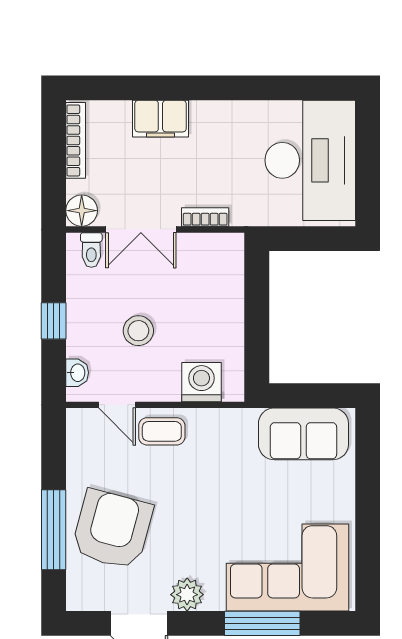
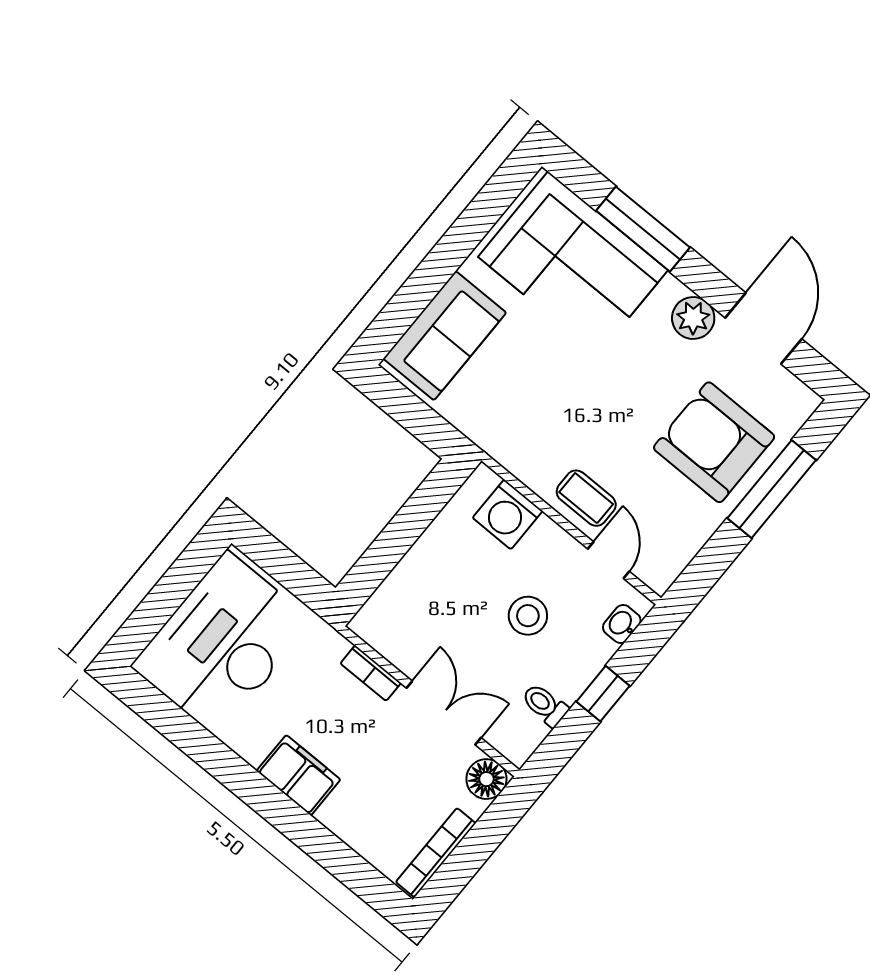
filing cabinet: (160, 119) -> (298, 775), moved
toilet: (91, 250) -> (545, 705), moved, turned -90
sofa: (303, 434) -> (445, 336), moved, turned 90
armchair: (112, 529) -> (714, 442), turned 75

